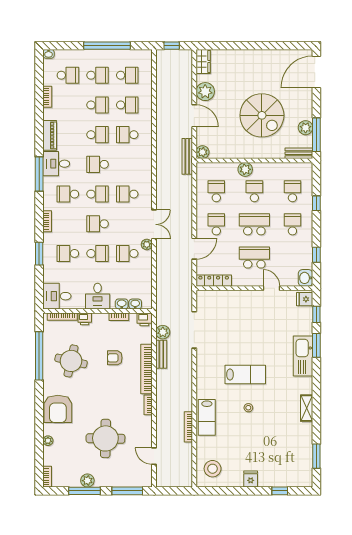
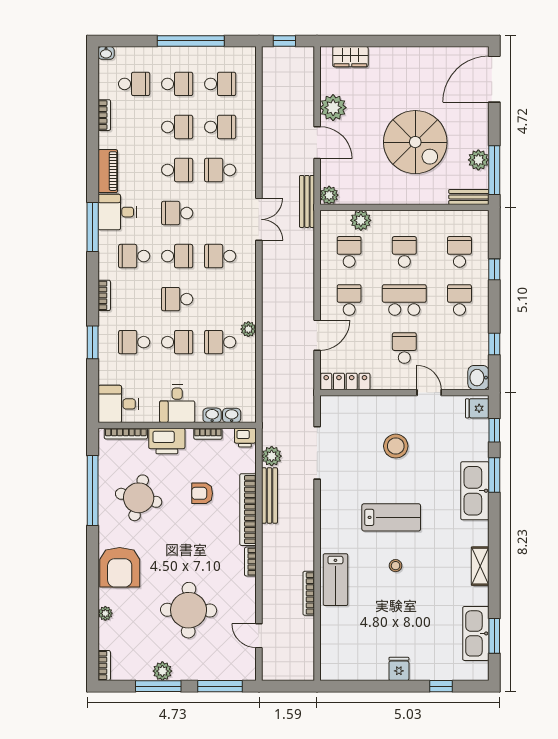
wardrobe: (203, 62) -> (350, 57), moved, turned 90
plant: (245, 169) -> (361, 220), moved
double door: (154, 224) -> (259, 219), moved
school desk: (254, 258) -> (404, 348), width x0.54
printer: (85, 319) -> (167, 441), width x1.87, depth x1.48
bench: (161, 354) -> (269, 495), width x1.36
kitchen sink: (304, 455) -> (476, 633), added
stool: (213, 469) -> (396, 446), moved

